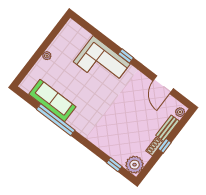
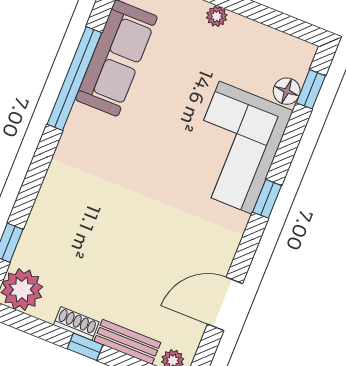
window: (87, 26) -> (311, 89), added
floor lamp: (85, 36) -> (287, 91), added

